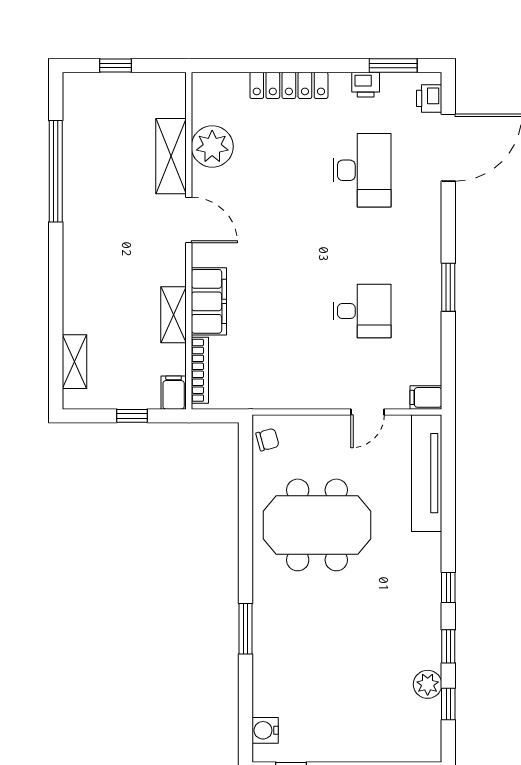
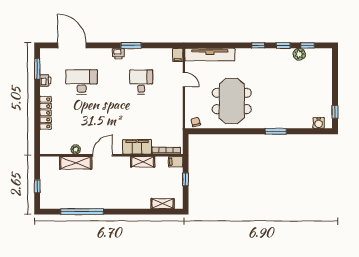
printer: (429, 98) -> (118, 53), moved
plant: (212, 147) -> (76, 149), width x0.53, depth x0.53

